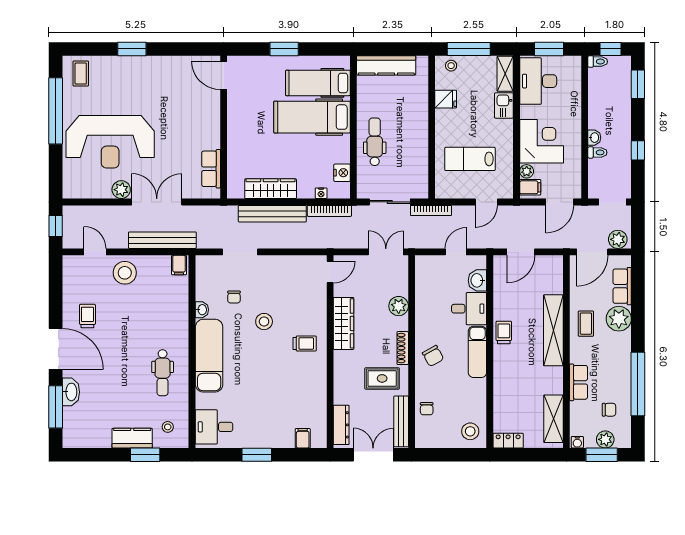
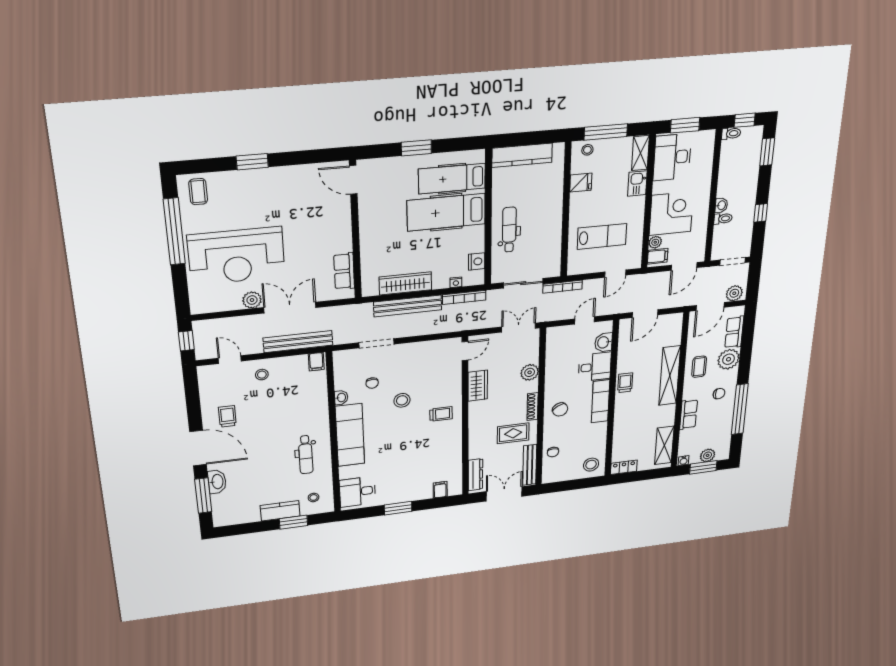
lab bench: (470, 159) -> (602, 236), turned 180
stool: (125, 273) -> (262, 375), width x0.53, depth x0.53
wardrobe: (344, 323) -> (478, 386), width x0.67
chair: (609, 410) -> (719, 394), moved

